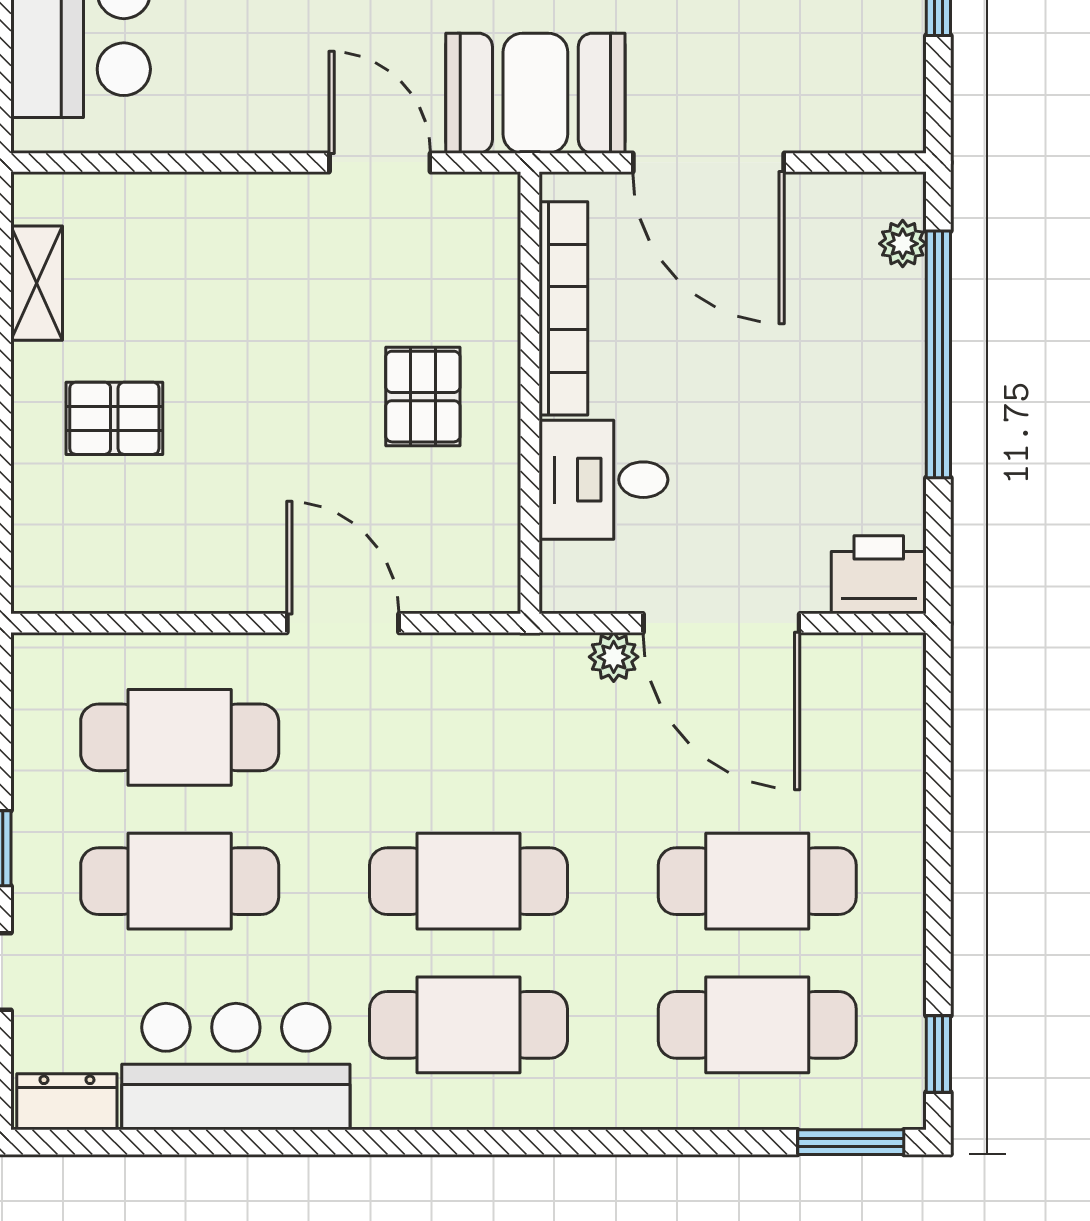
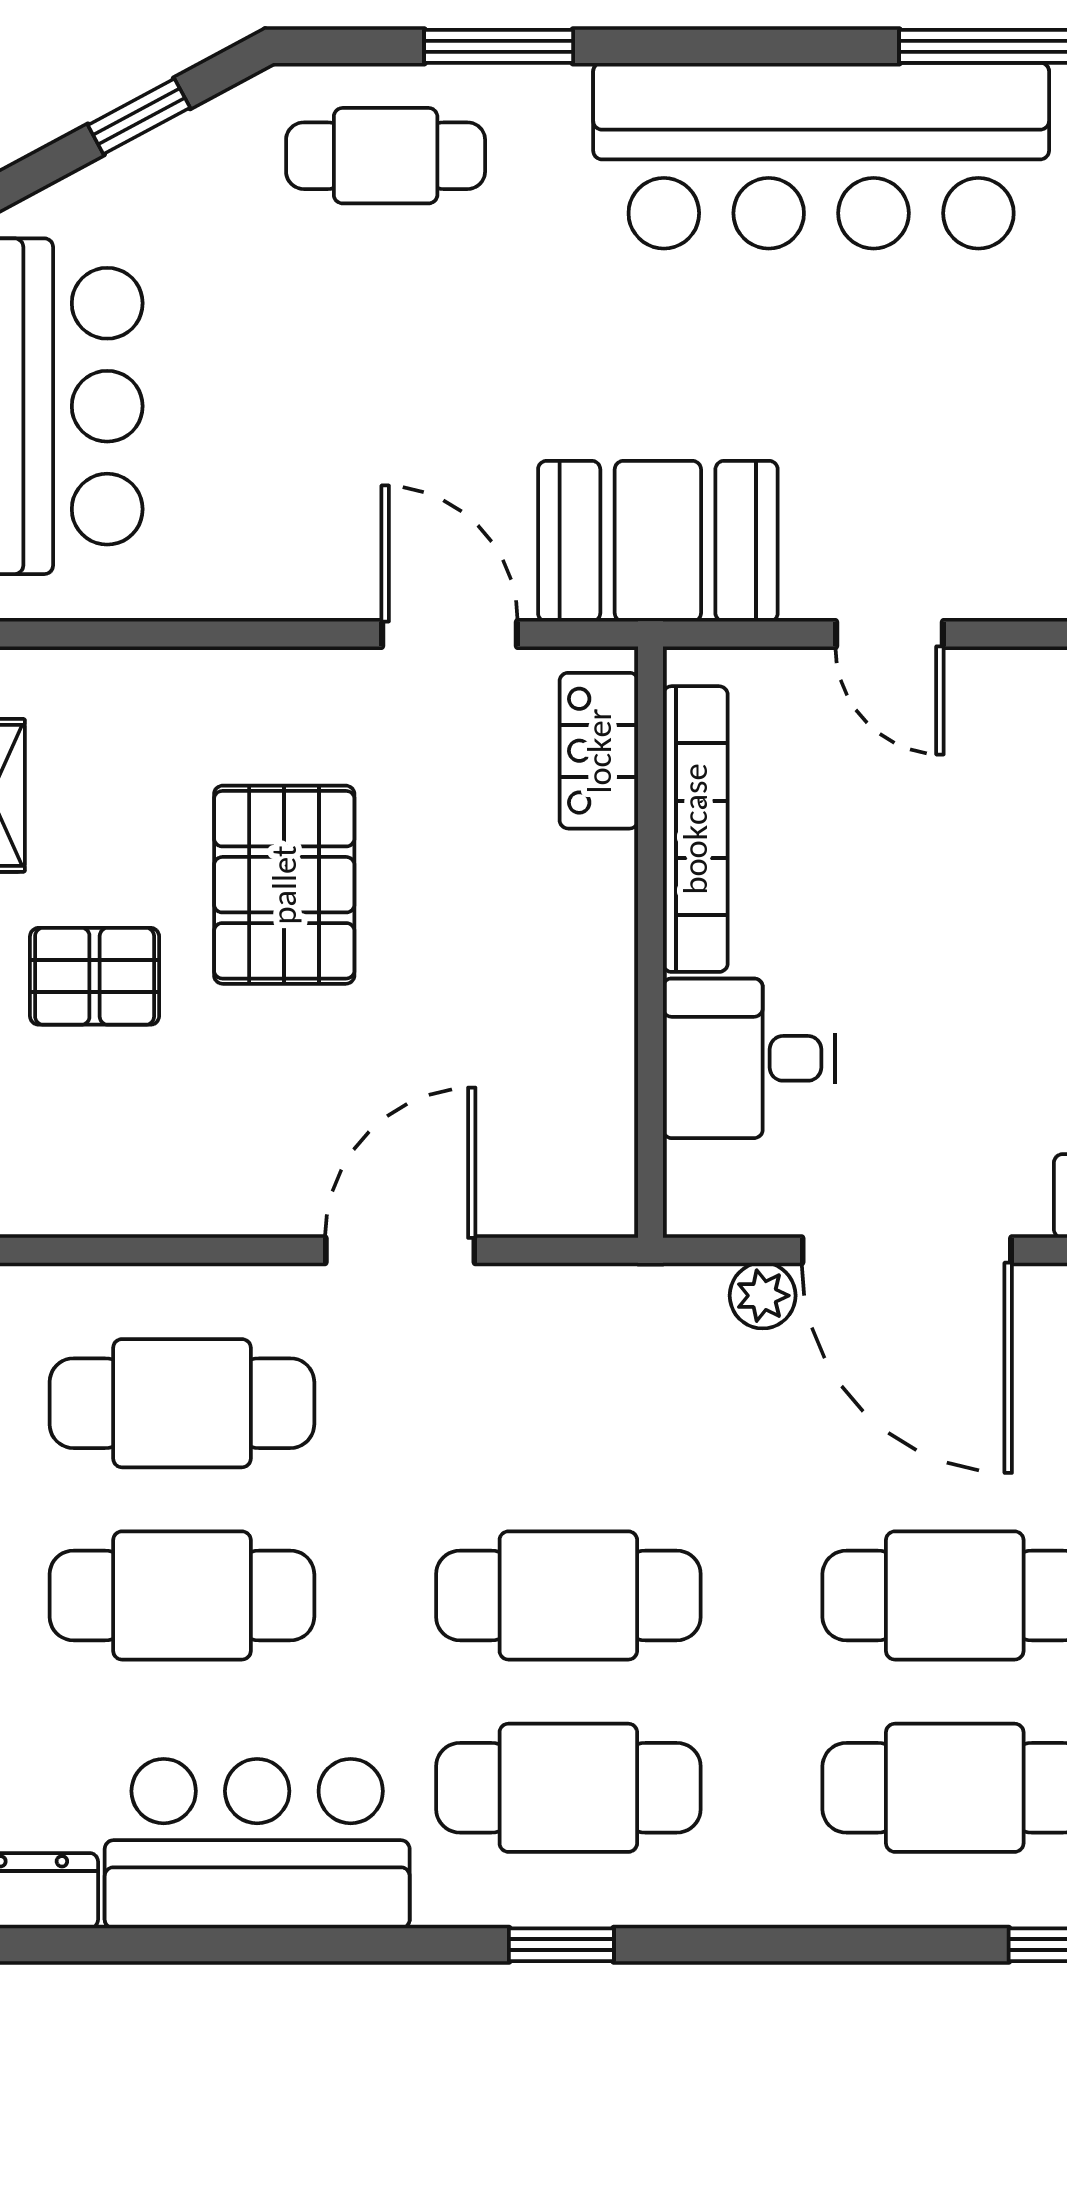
door: (708, 162) -> (889, 634), width x0.53
locker: (491, 250) -> (599, 751), added
pallet: (423, 397) -> (284, 885), moved, width x1.50, depth x1.42
door: (343, 623) -> (400, 1250), hinge flipped
window: (463, 1142) -> (561, 1945), added

